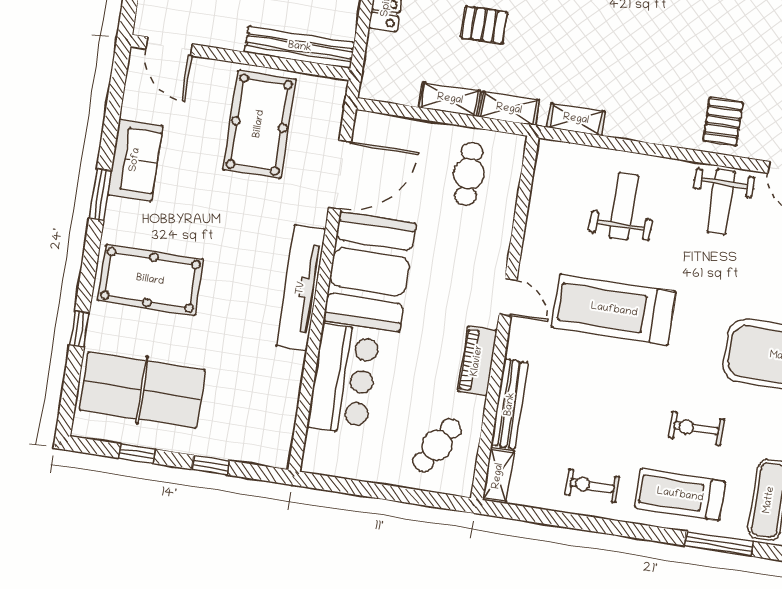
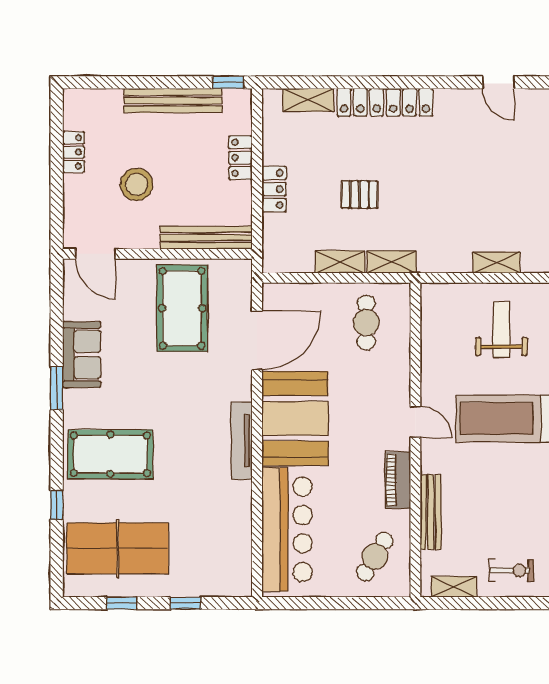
shelving: (576, 119) -> (497, 263), moved
tv unit: (301, 288) -> (242, 441), width x0.73, depth x0.78
bar counter: (344, 379) -> (287, 529), width x1.36
shelving: (498, 476) -> (454, 587), moved, turned 90
exercise bike: (592, 486) -> (511, 570), turned 180

